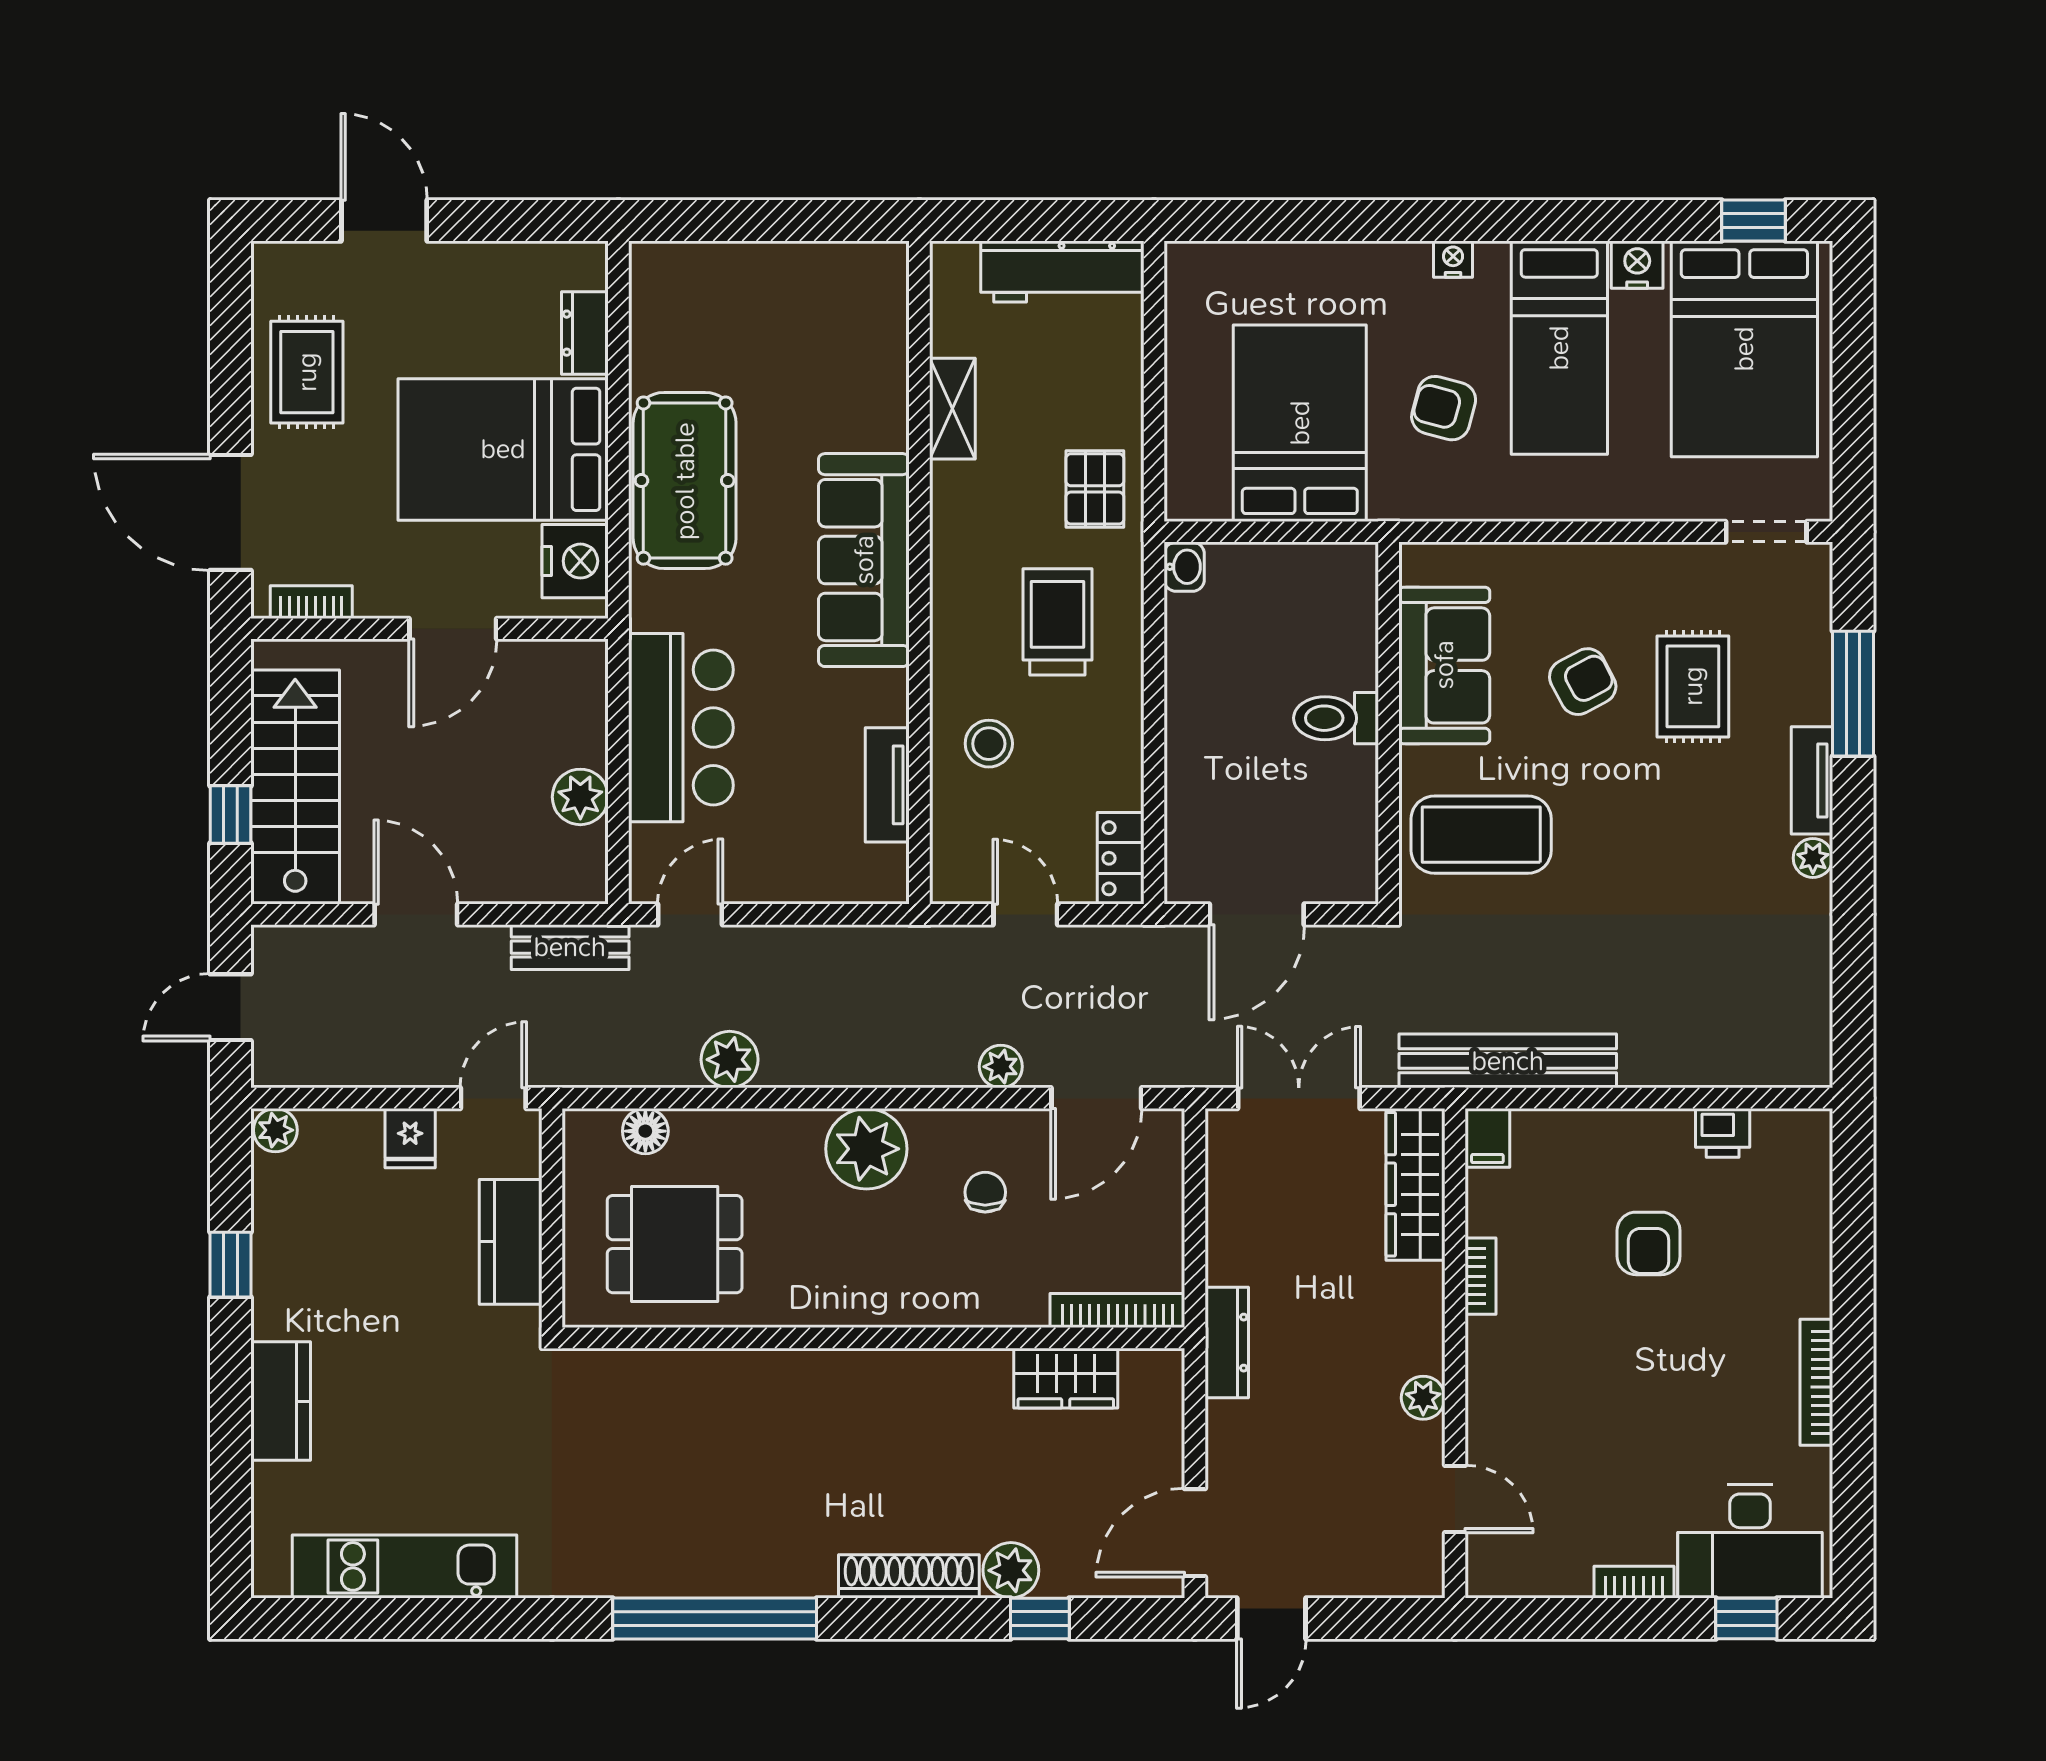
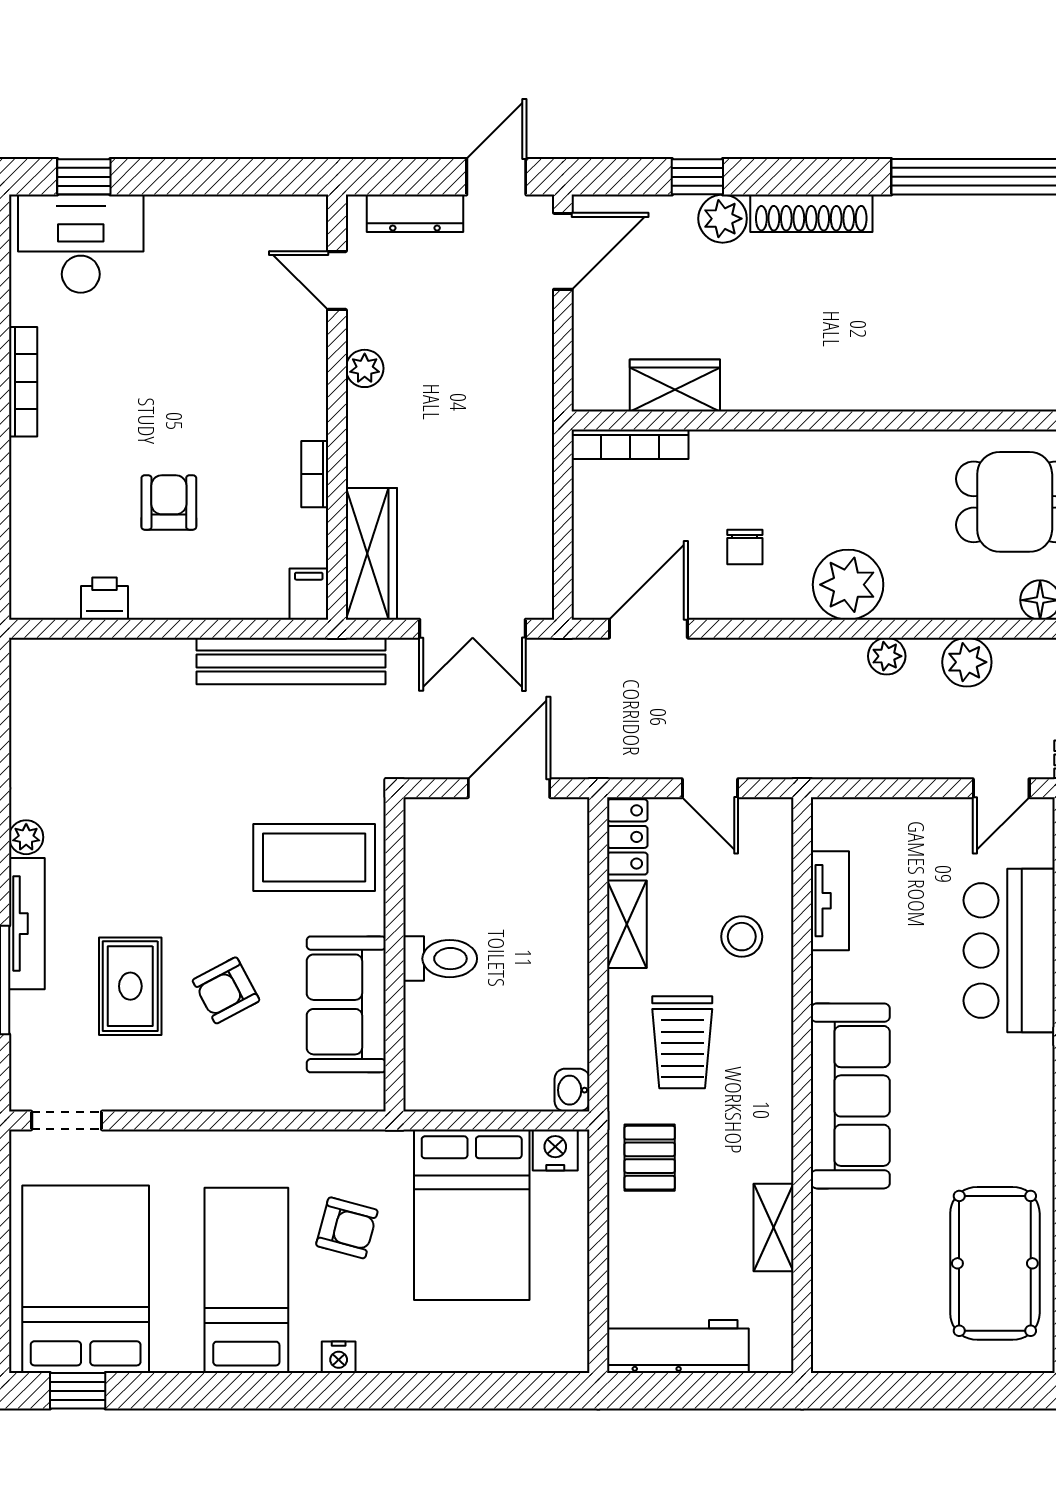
nightstand: (1637, 265) -> (555, 1150), moved, turned 180
pool table: (685, 481) -> (995, 1263), moved
shelving: (1121, 758) -> (627, 924), added
tv unit: (1812, 780) -> (27, 924), width x1.41
plant: (1001, 1067) -> (887, 656), moved
dresser: (1227, 1343) -> (415, 213), moved, turned -90
bookcase: (1634, 1582) -> (182, 208), removed

